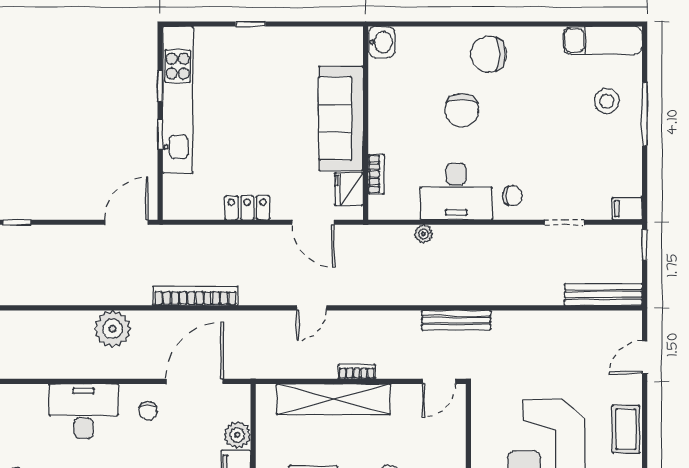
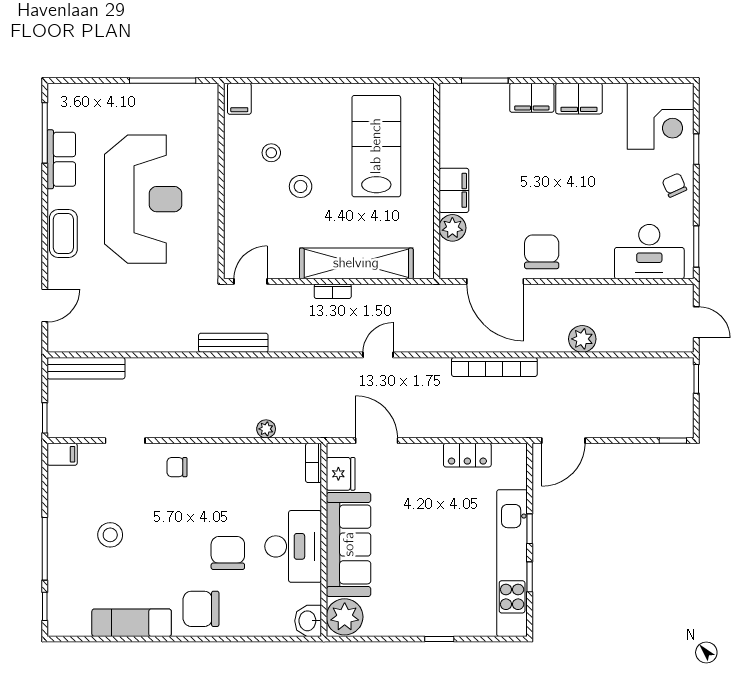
exam couch: (603, 40) -> (132, 623), moved
plant: (345, 46) -> (345, 617), added
chair: (489, 54) -> (201, 609), turned 180
window: (645, 57) -> (45, 606), added
stool: (607, 101) -> (110, 535), moved
bookcase: (376, 174) -> (314, 463), moved
desk: (456, 192) -> (293, 546), moved, turned 90
locker: (247, 208) -> (467, 455), moved
plant: (112, 329) -> (582, 339), width x0.73, depth x0.73
door: (195, 381) -> (495, 281), hinge flipped
desk: (84, 411) -> (649, 252), moved
chair: (148, 411) -> (542, 252), width x1.87, depth x1.87

